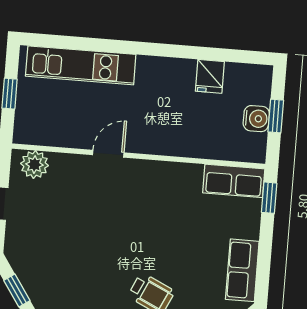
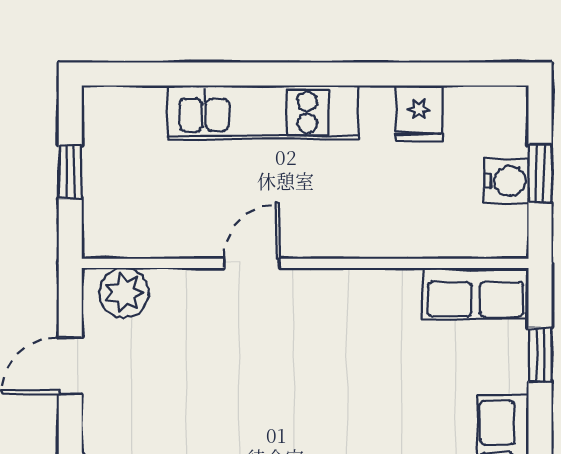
kitchen unit: (81, 65) -> (263, 112), moved
window: (269, 198) -> (540, 355), moved

